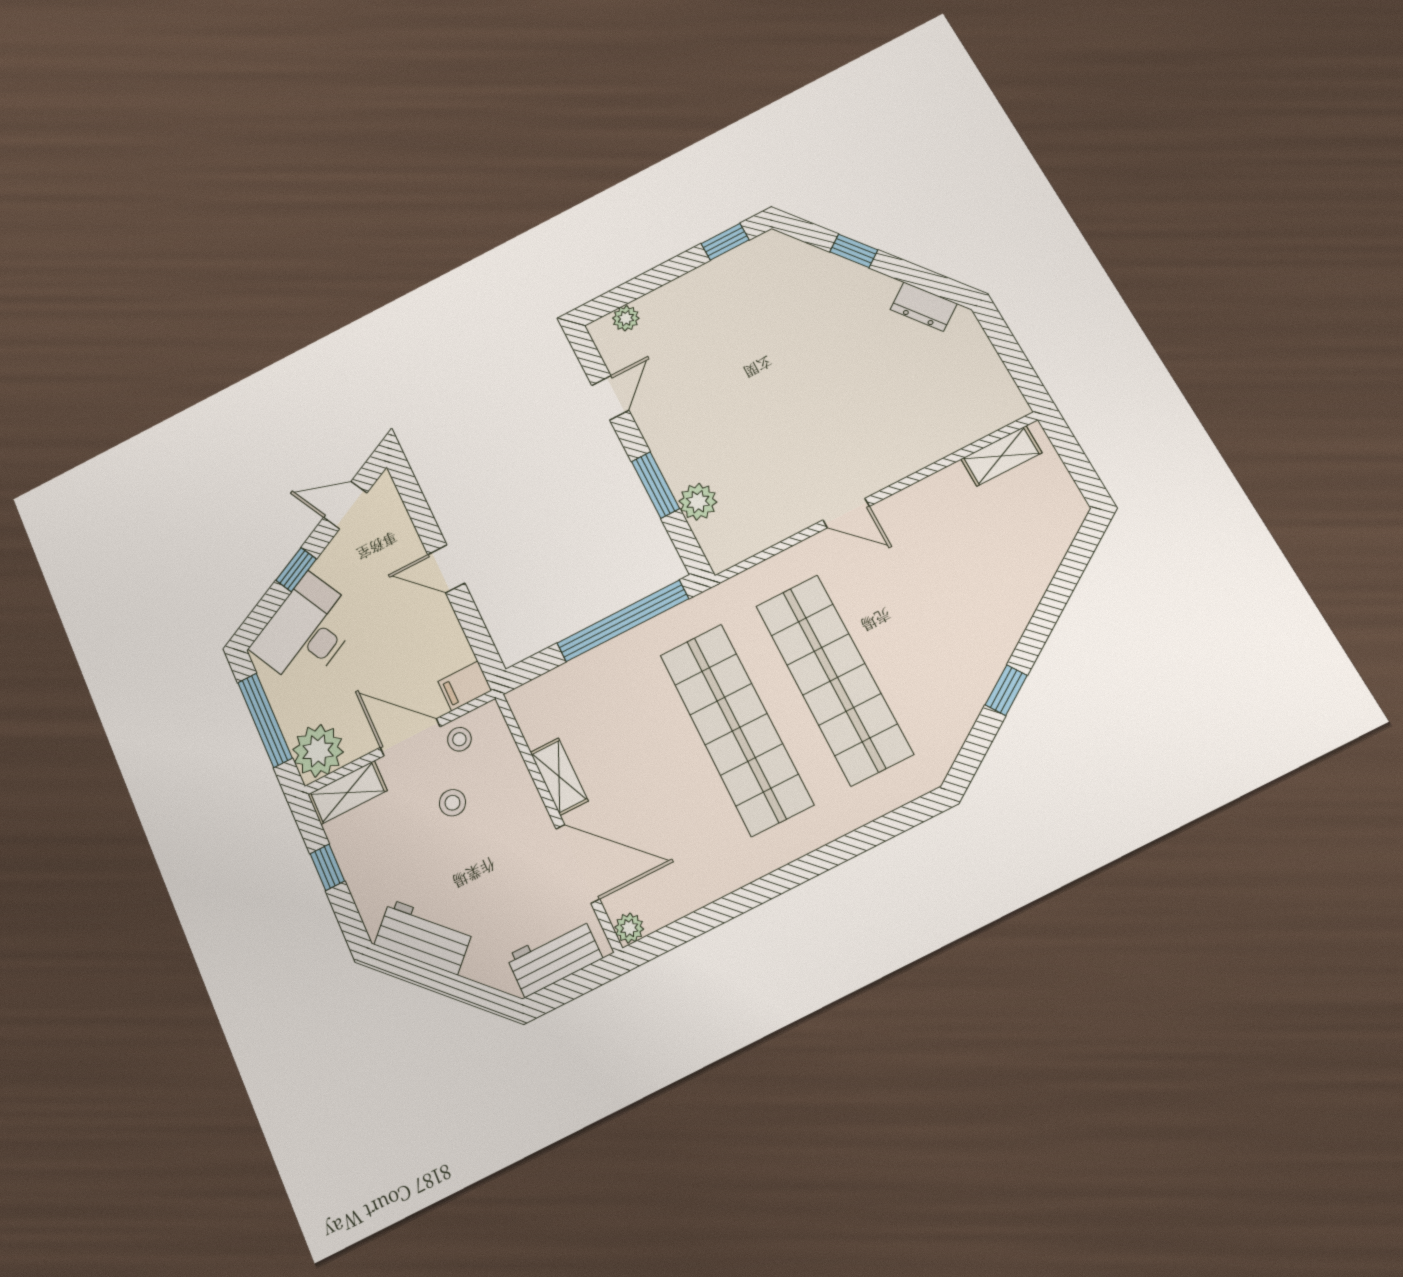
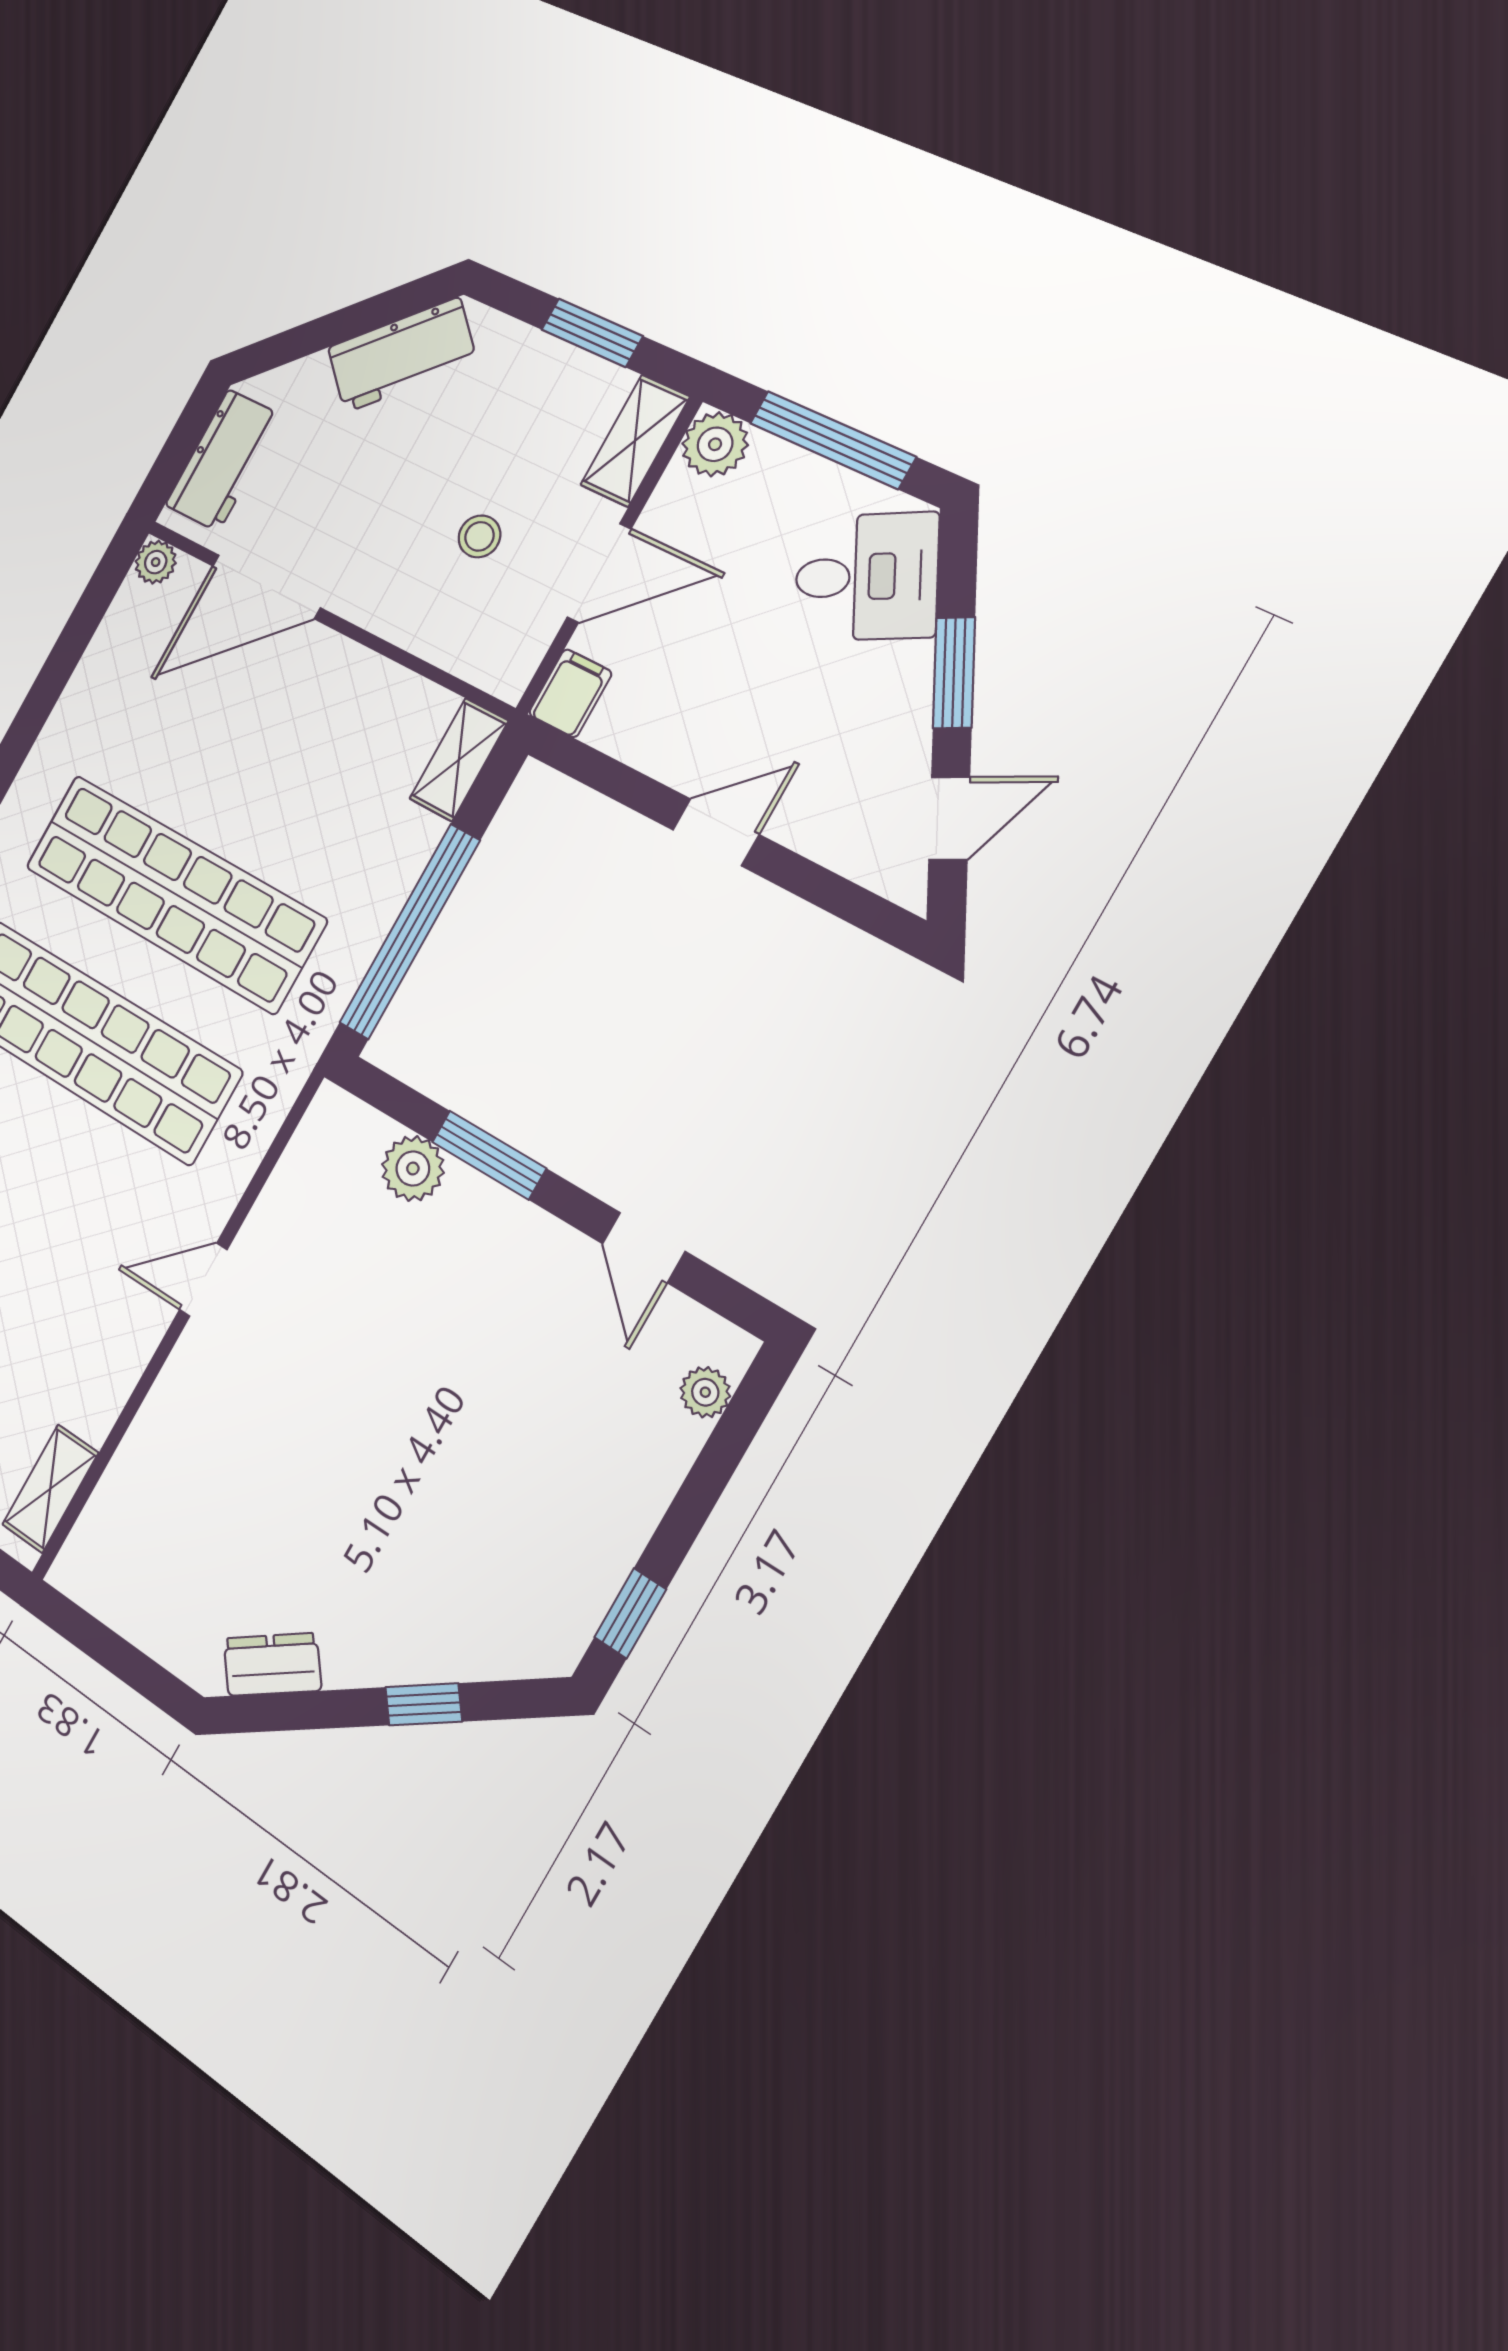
window: (296, 570) -> (954, 673), width x1.50
desk: (307, 631) -> (866, 577), width x0.73
stool: (459, 739) -> (528, 620), removed
plant: (318, 751) -> (715, 444), width x0.73, depth x0.73
shelving: (559, 777) -> (459, 760), moved, turned 90
window: (327, 867) -> (592, 333), width x1.50

